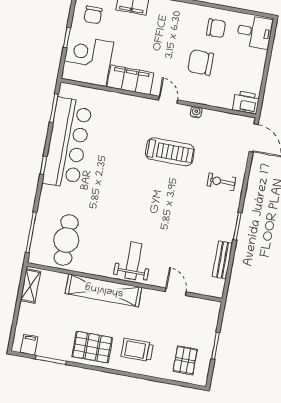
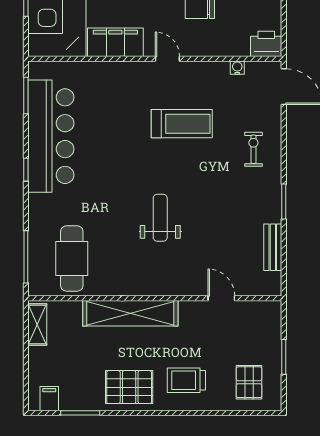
water cooler: (196, 112) -> (237, 68), moved
exercise bike: (221, 182) -> (253, 149), turned 90
weight bench: (133, 261) -> (160, 218), moved

